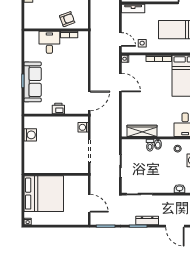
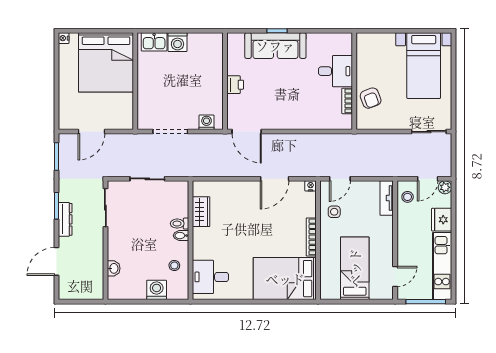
wardrobe: (142, 131) -> (201, 212), width x0.67
washing machine: (30, 135) -> (177, 42), moved
kitchen sink: (30, 162) -> (154, 42), added

